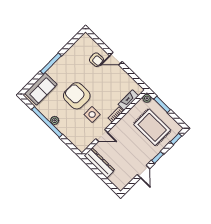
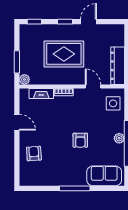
door: (116, 59) -> (17, 122), moved
armchair: (77, 96) -> (80, 140), width x0.53, depth x0.53
side table: (92, 114) -> (113, 103), moved
rug: (152, 127) -> (64, 54), moved, turned 90

